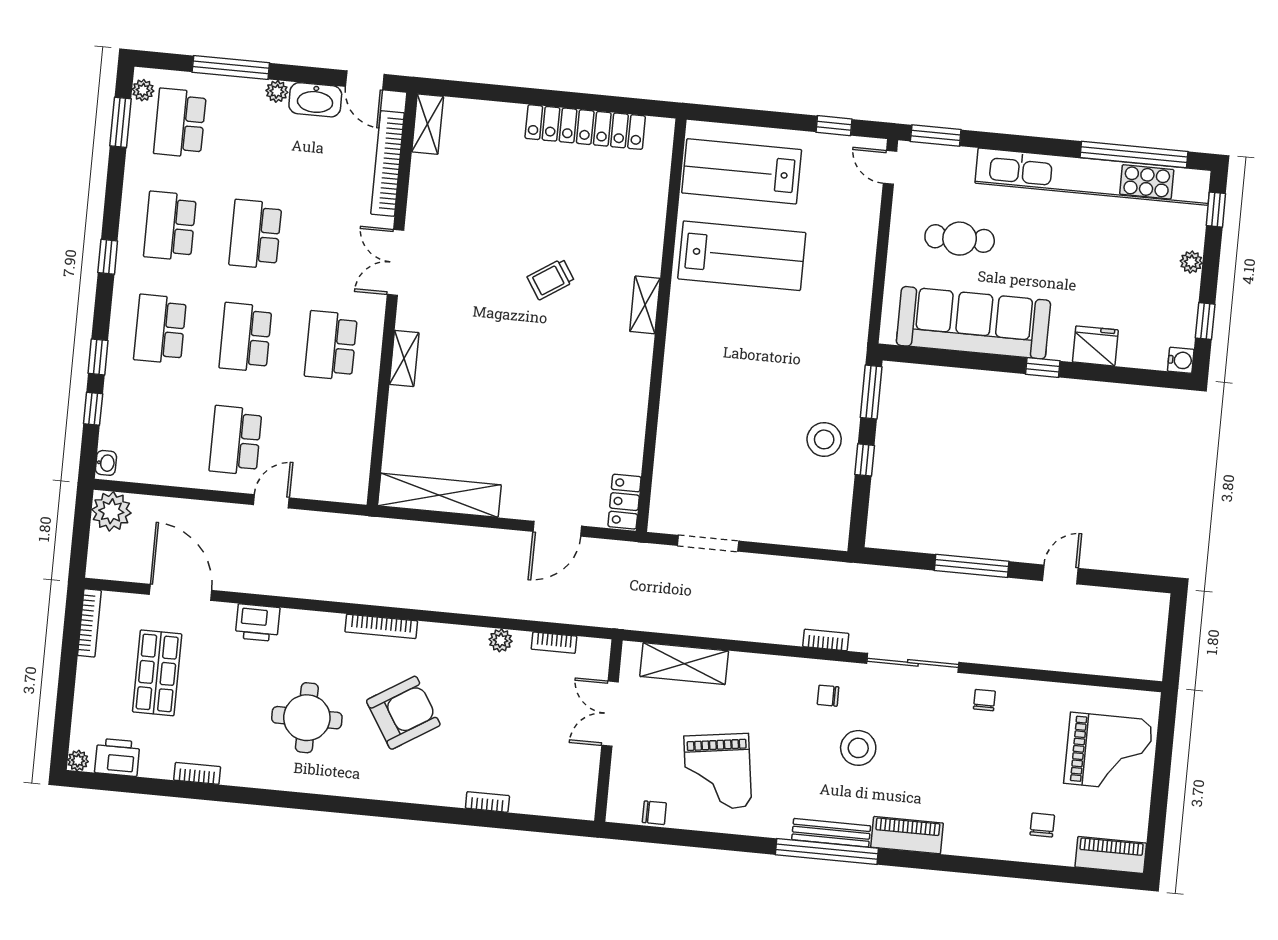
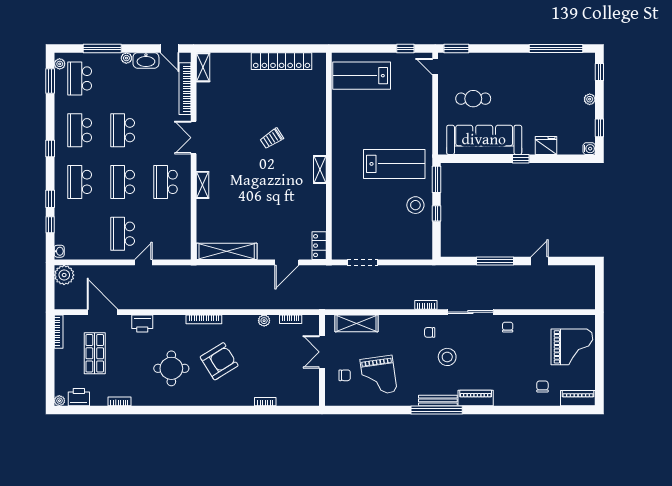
kitchen unit: (1093, 177) -> (537, 61), removed
lab bench: (742, 256) -> (394, 164), moved
shelving: (645, 305) -> (320, 169), moved
chair: (654, 813) -> (345, 375), moved

